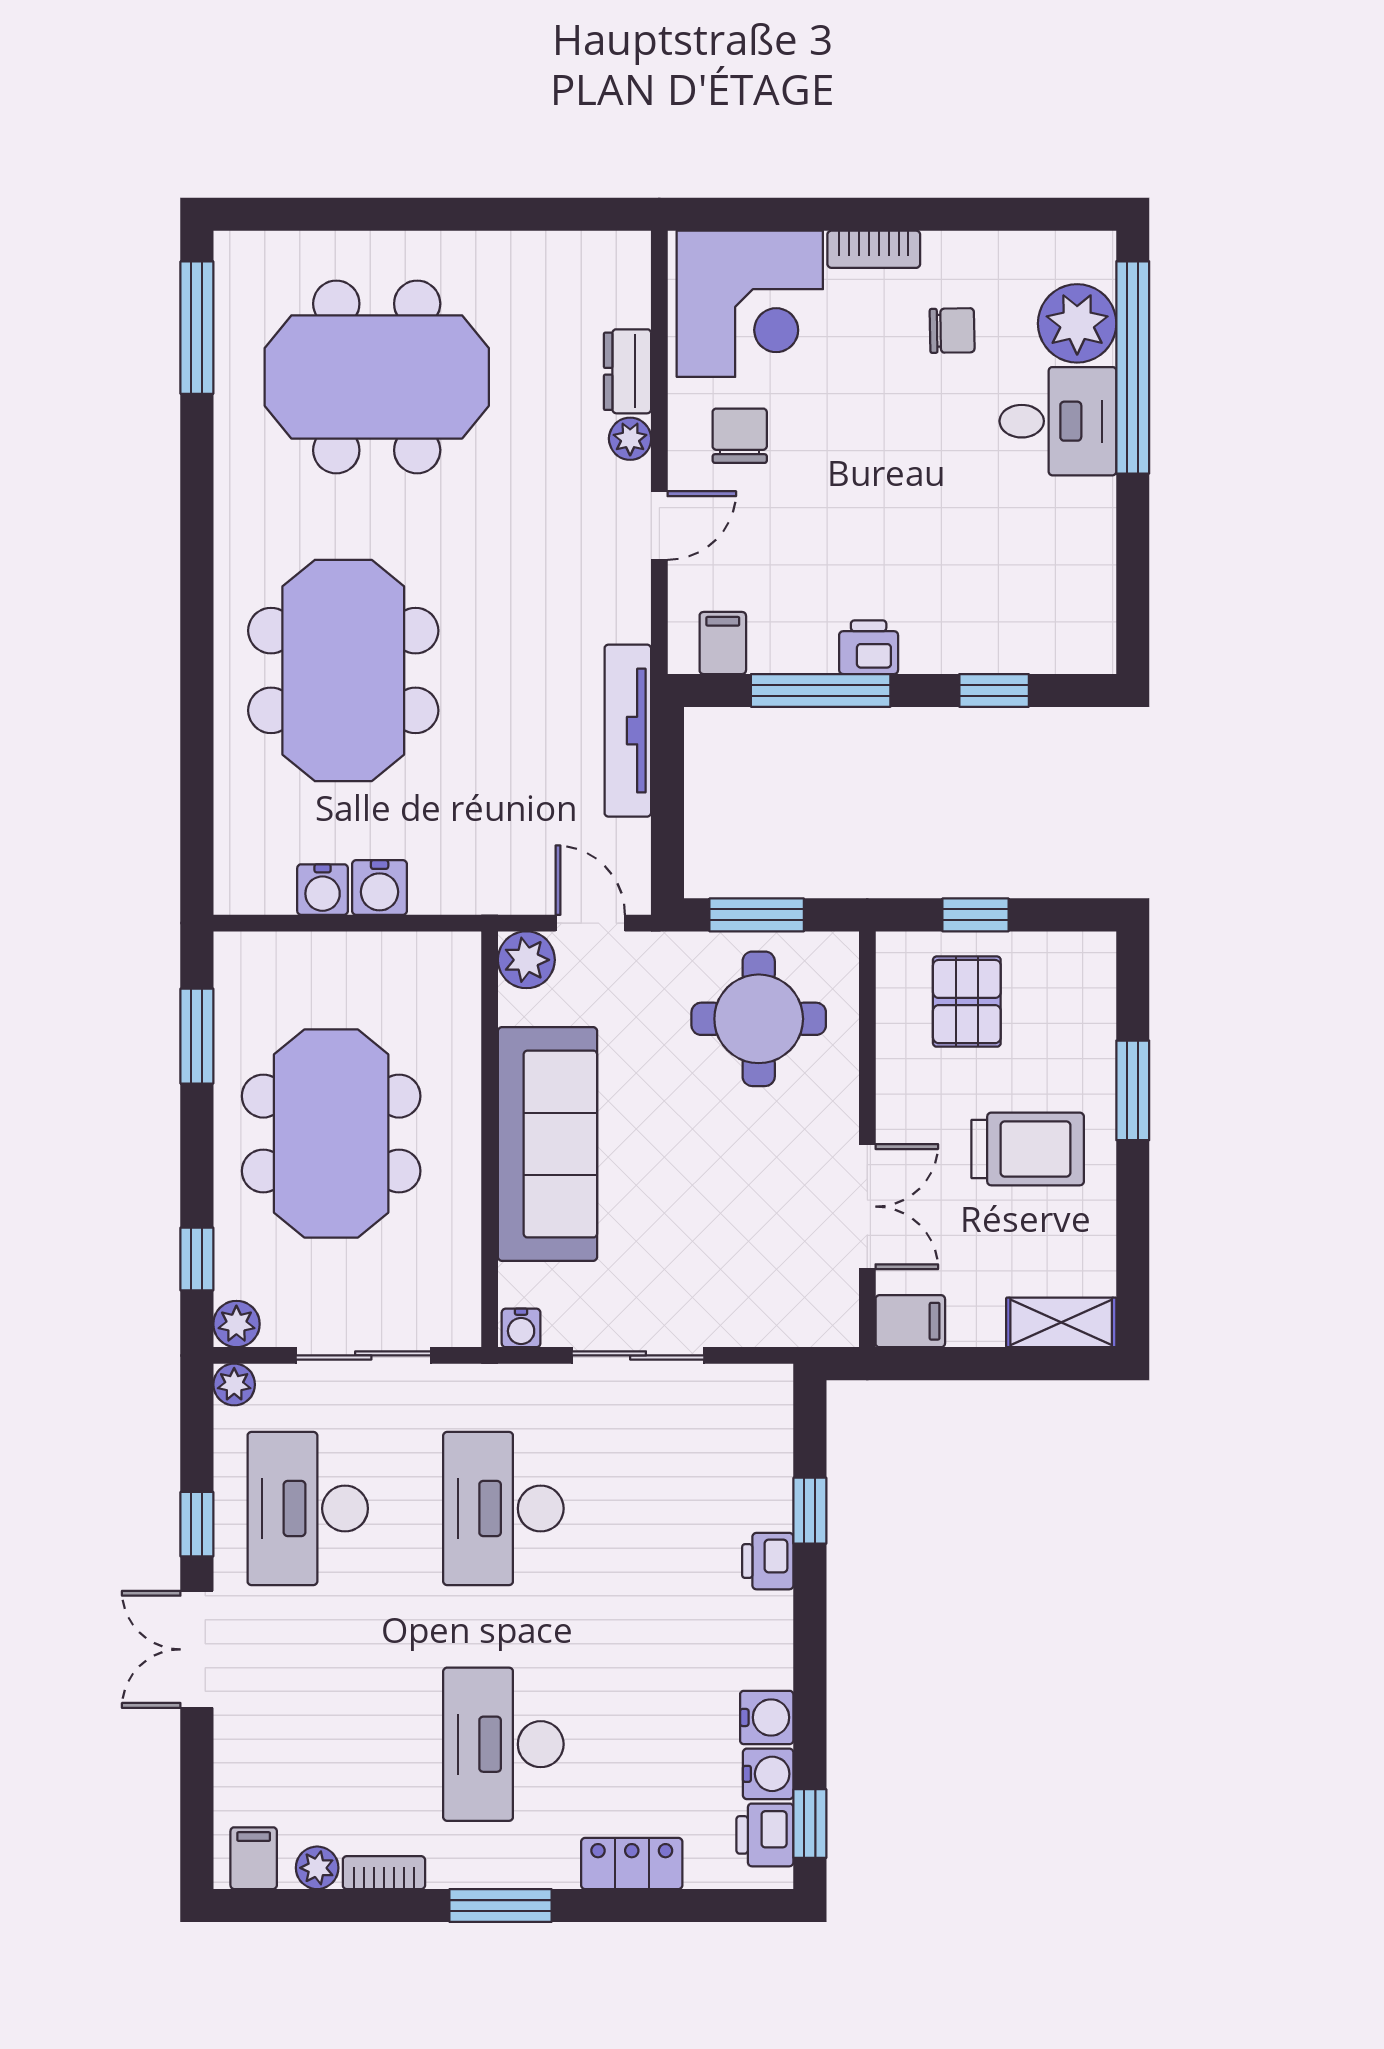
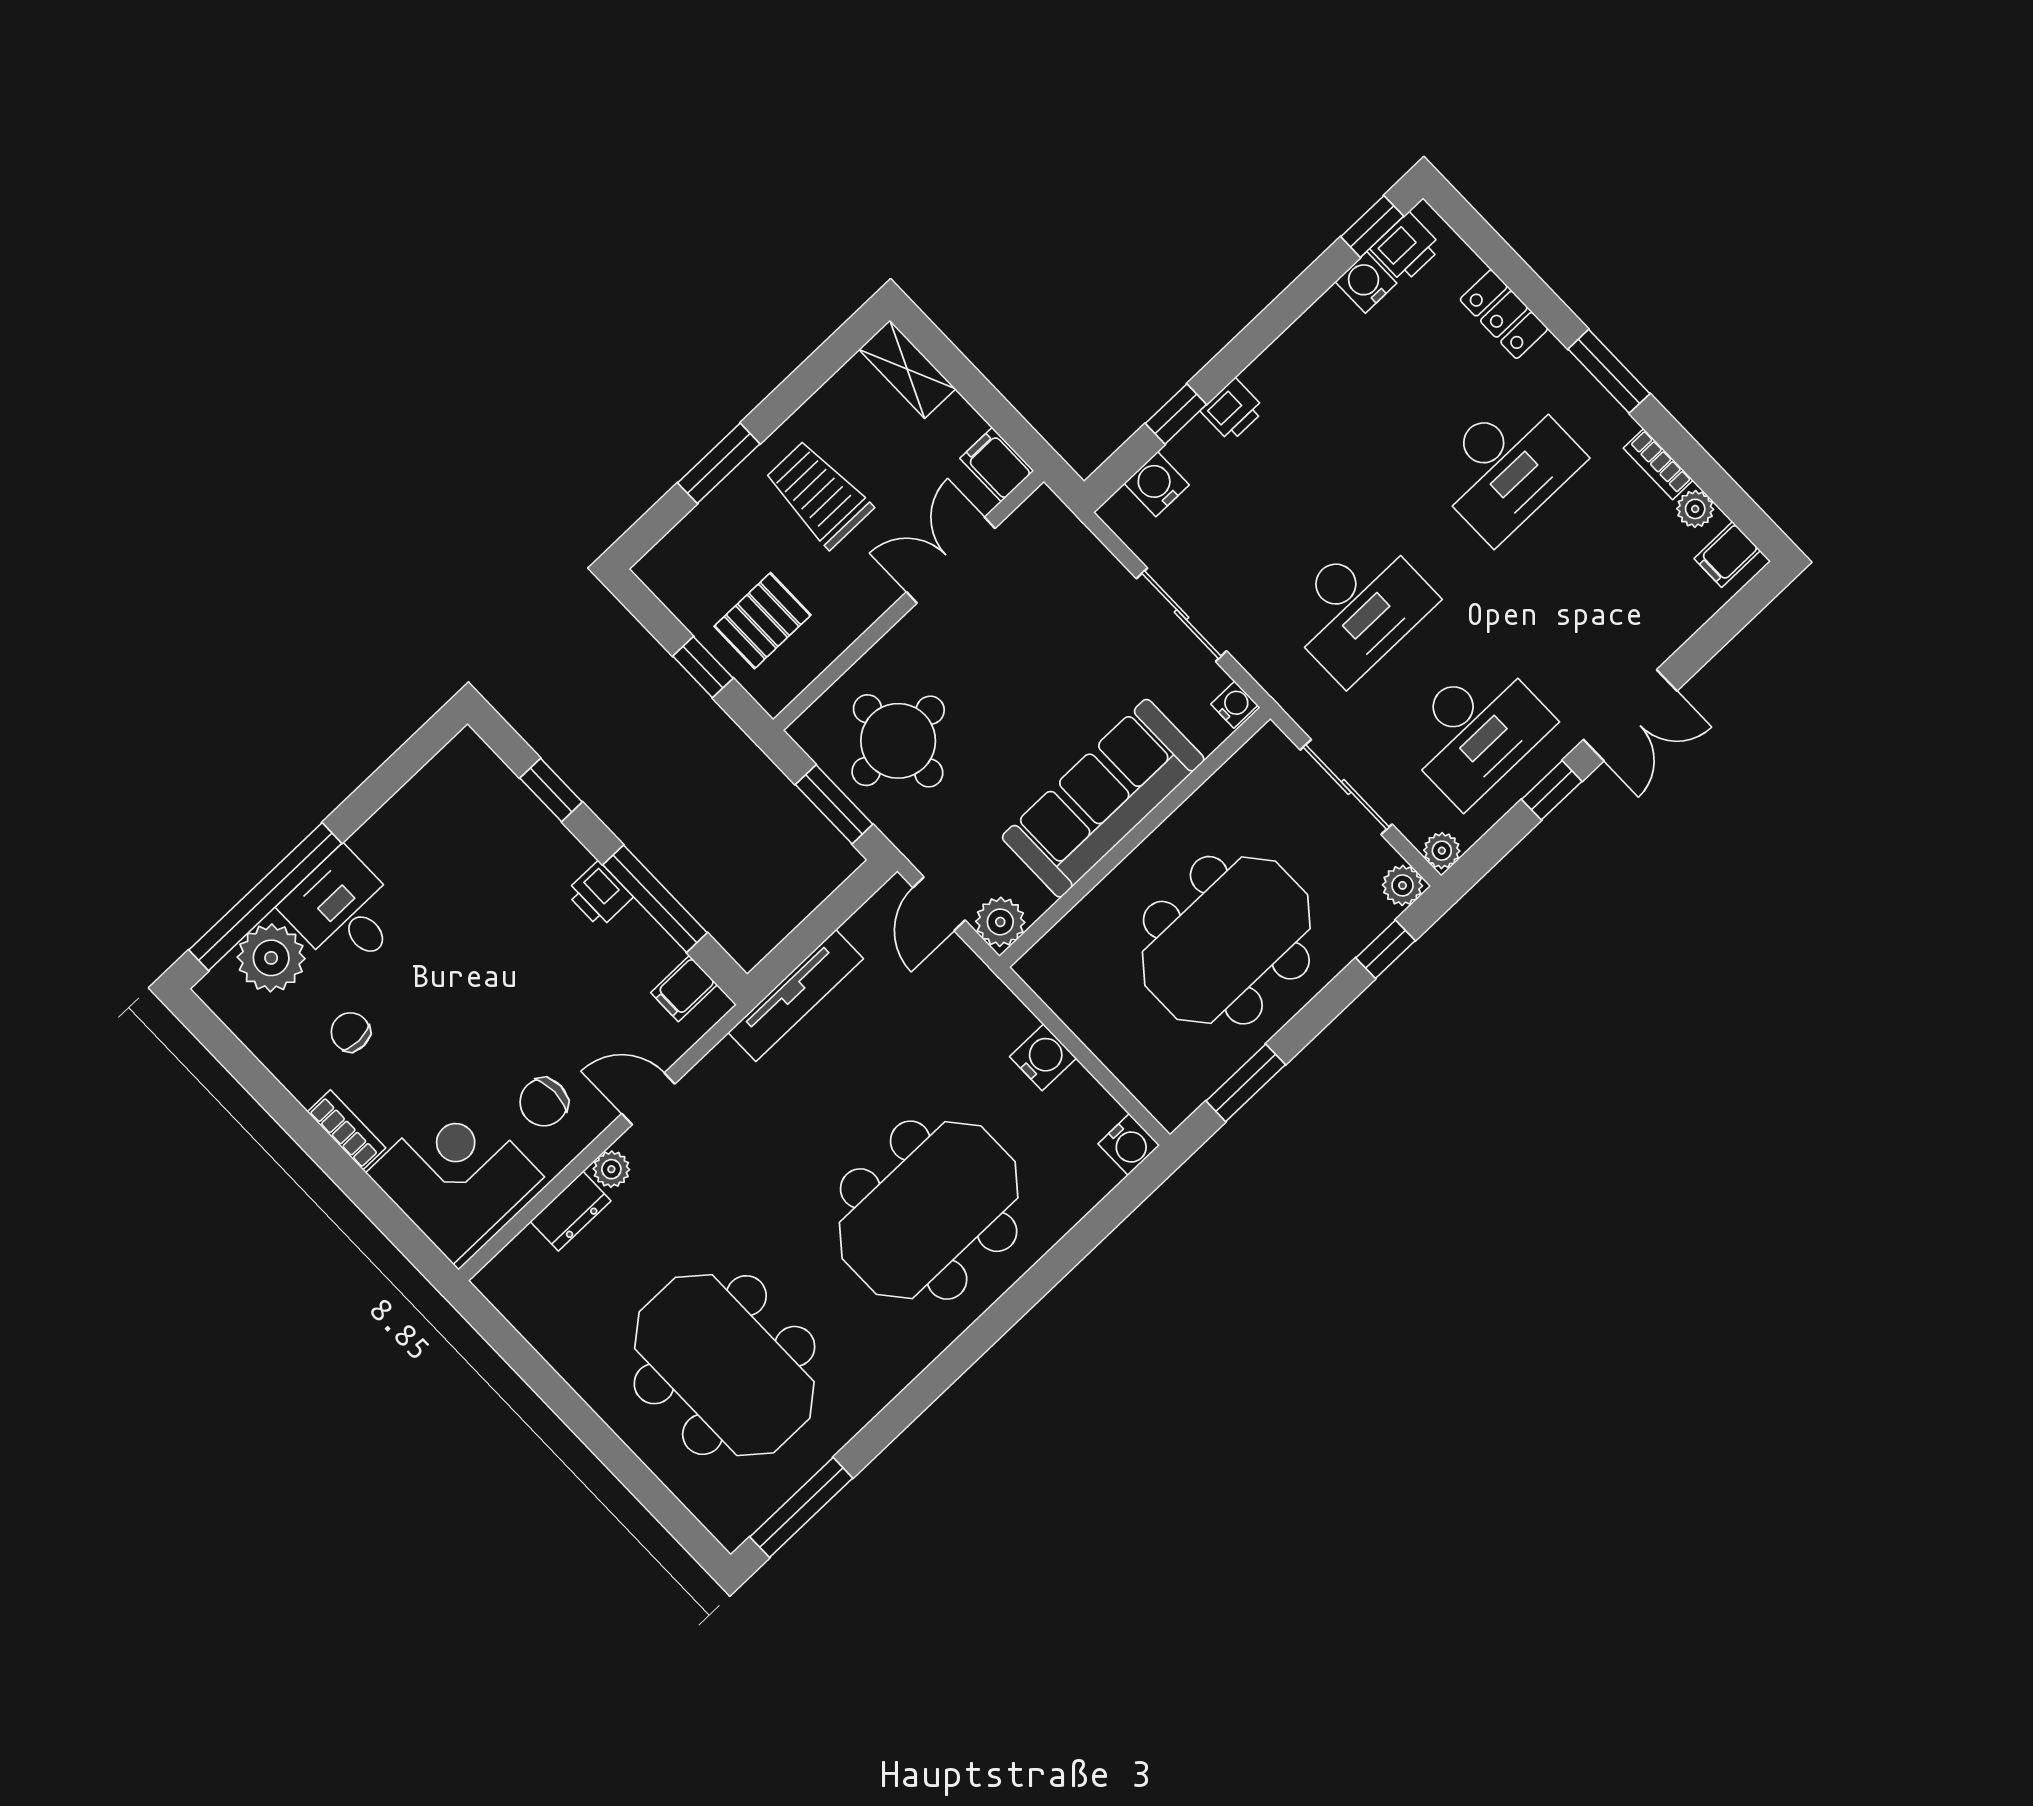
water cooler: (323, 890) -> (1129, 1144), moved, turned 90
water cooler: (767, 1717) -> (1157, 484), moved

